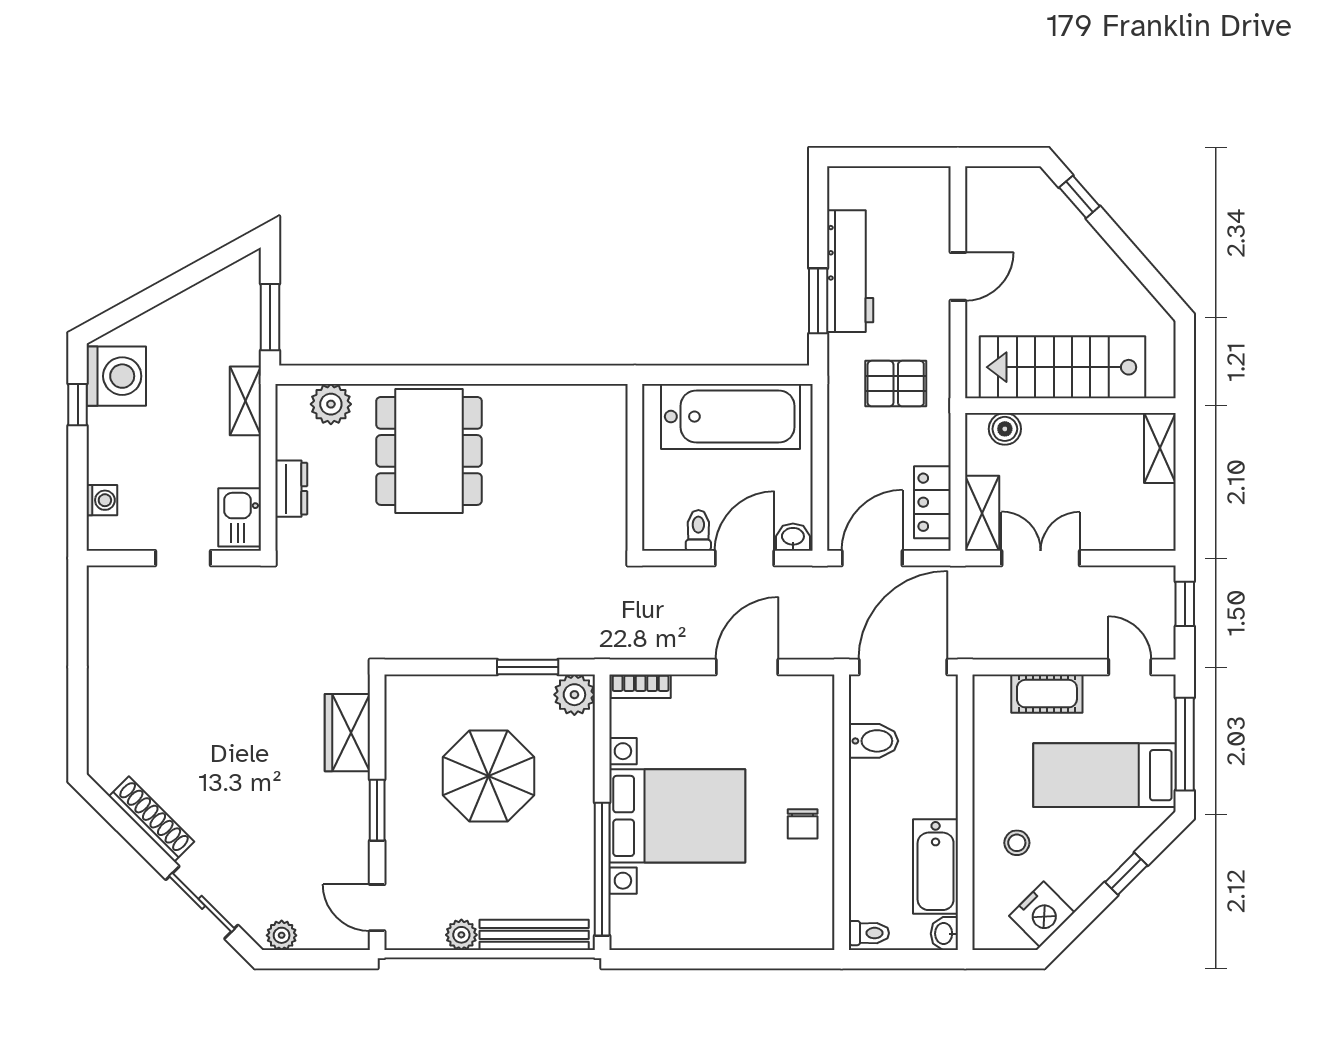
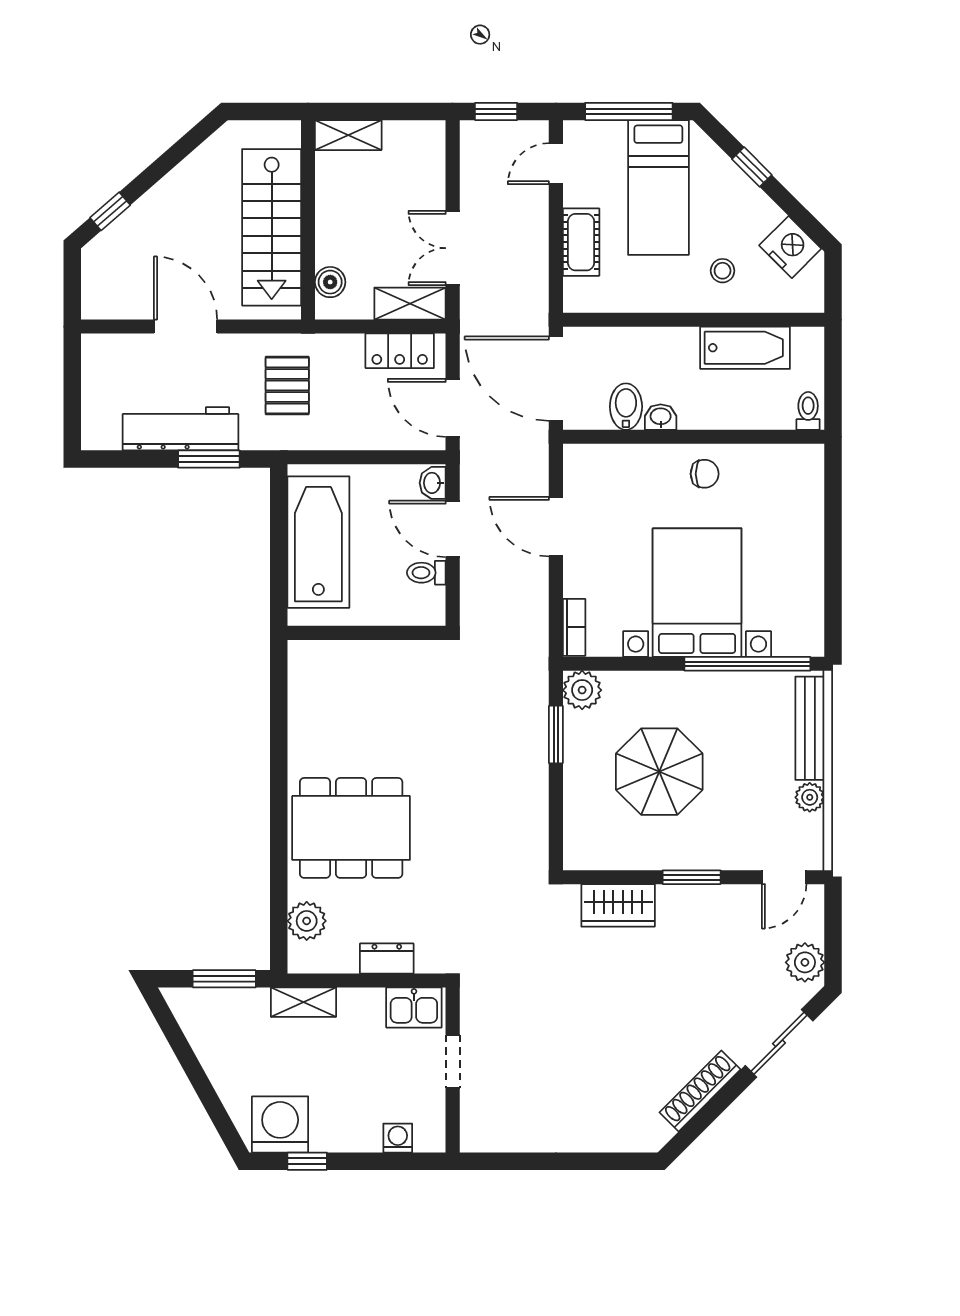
door: (958, 276) -> (186, 327), width x1.38
washbasin: (944, 934) -> (661, 417), moved, turned 180
plant: (282, 935) -> (805, 962), width x1.38, depth x1.38

